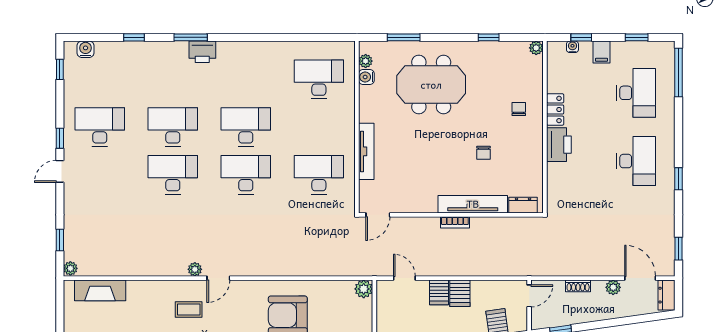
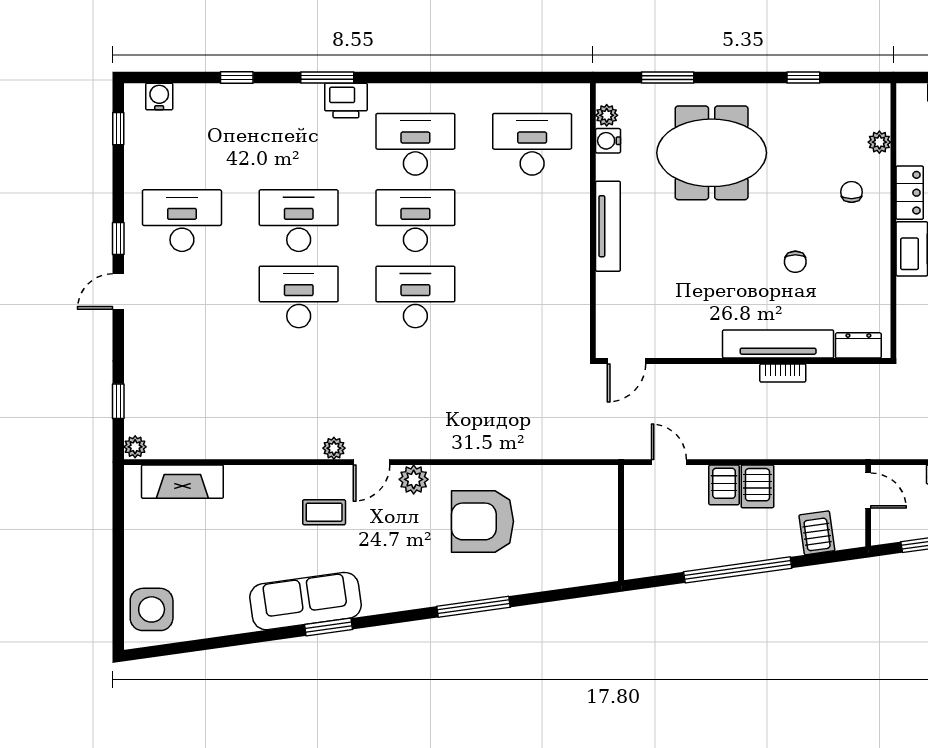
plant: (536, 48) -> (879, 142), moved
tv unit: (366, 151) -> (608, 226), moved
desk: (319, 175) -> (415, 144), moved
bookcase: (455, 222) -> (783, 373), moved
plant: (364, 289) -> (414, 479), moved
door: (529, 296) -> (868, 491), hinge flipped

